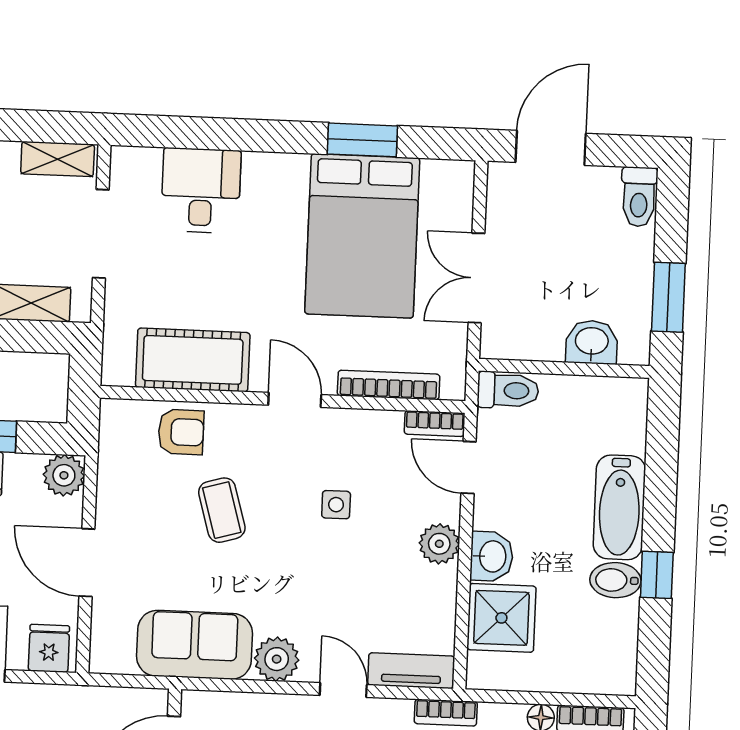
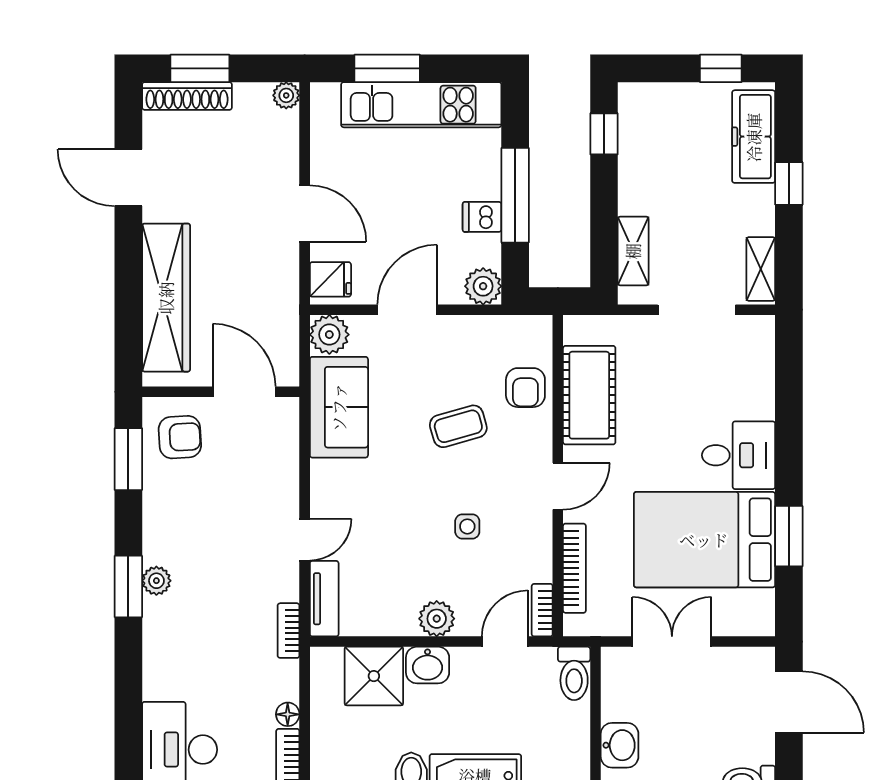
desk: (201, 190) -> (739, 455), moved
plant: (277, 659) -> (329, 335), moved

